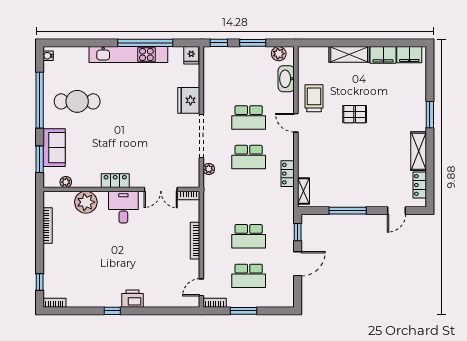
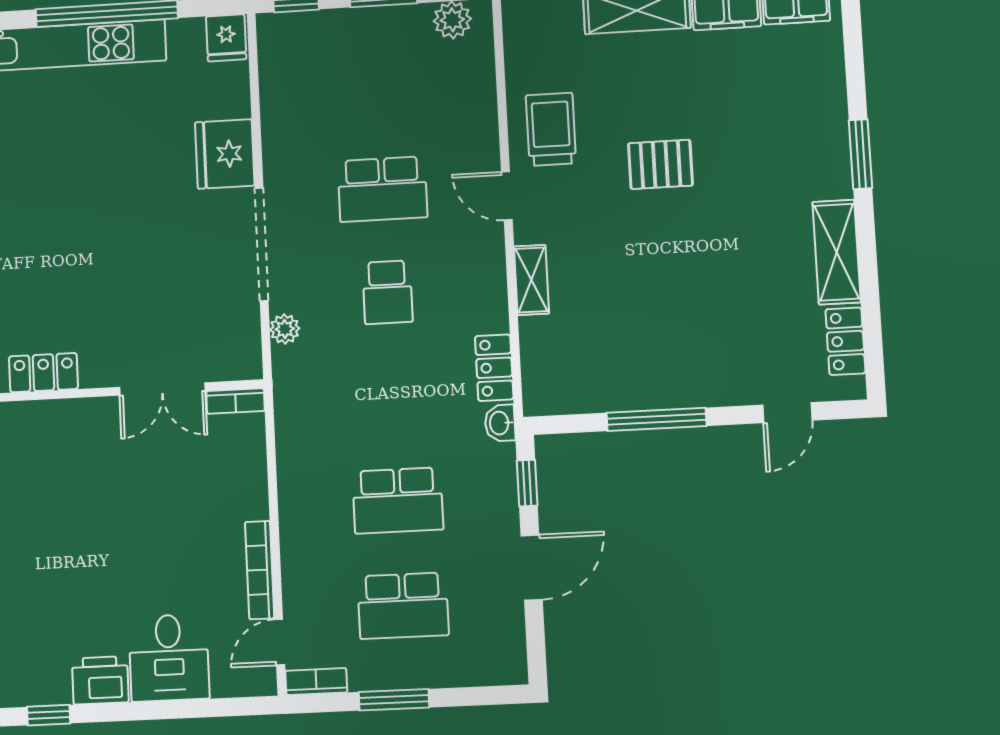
washbasin: (286, 79) -> (500, 423), moved, width x0.52, depth x0.69
school desk: (249, 157) -> (387, 292), width x0.54
locker: (288, 174) -> (494, 368), moved
shelving: (303, 191) -> (531, 280), moved
desk: (123, 207) -> (169, 658), moved, turned 180
bookcase: (195, 241) -> (260, 570), moved

